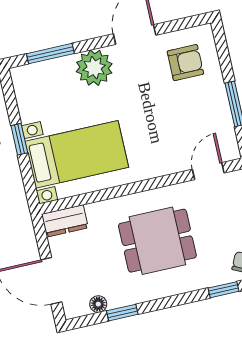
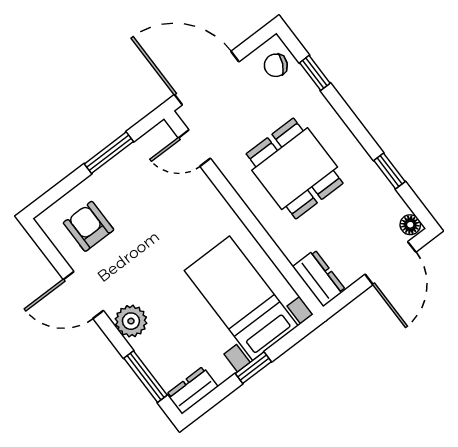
plant: (94, 68) -> (131, 321), width x0.73, depth x0.73
dresser: (23, 85) -> (192, 390), added
floor lamp: (98, 304) -> (410, 225), moved

